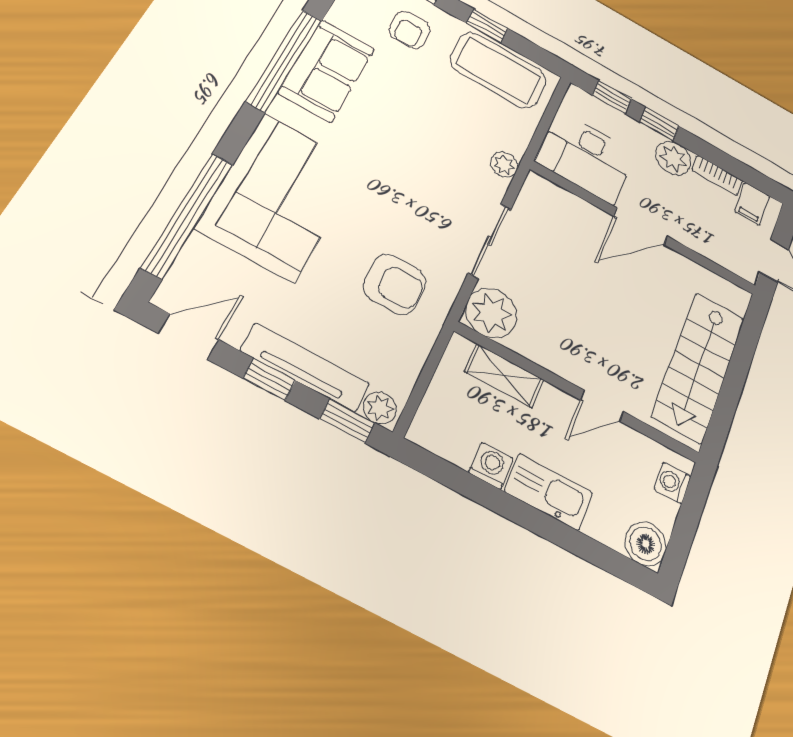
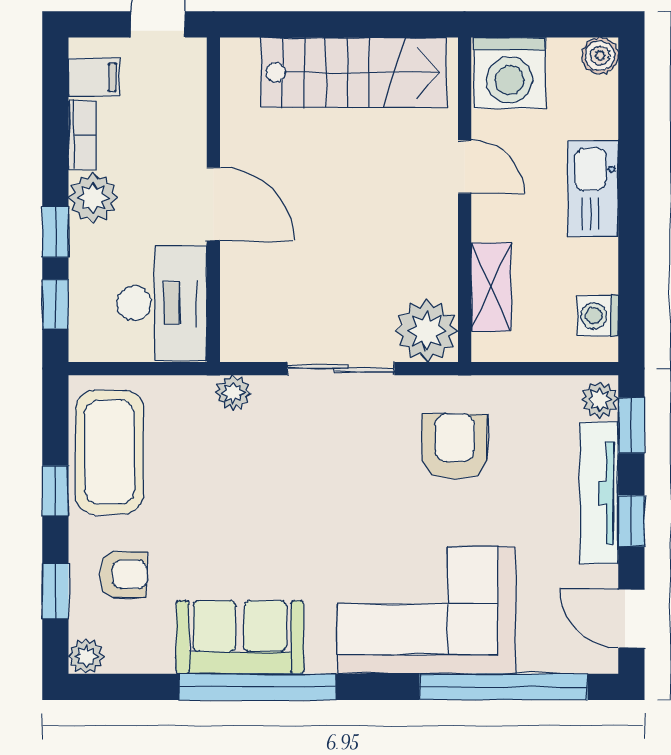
washing machine: (491, 466) -> (598, 316), moved
washing machine: (672, 483) -> (510, 73), width x1.89, depth x1.89
boiler: (646, 544) -> (600, 56), width x0.73, depth x0.73

